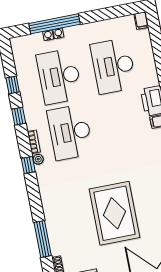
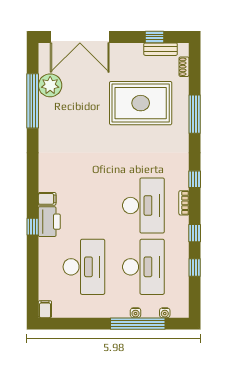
water cooler: (48, 35) -> (165, 313), moved
plant: (38, 159) -> (183, 183), removed
rug: (114, 213) -> (141, 103), moved, turned 90
window: (43, 239) -> (195, 114), moved

